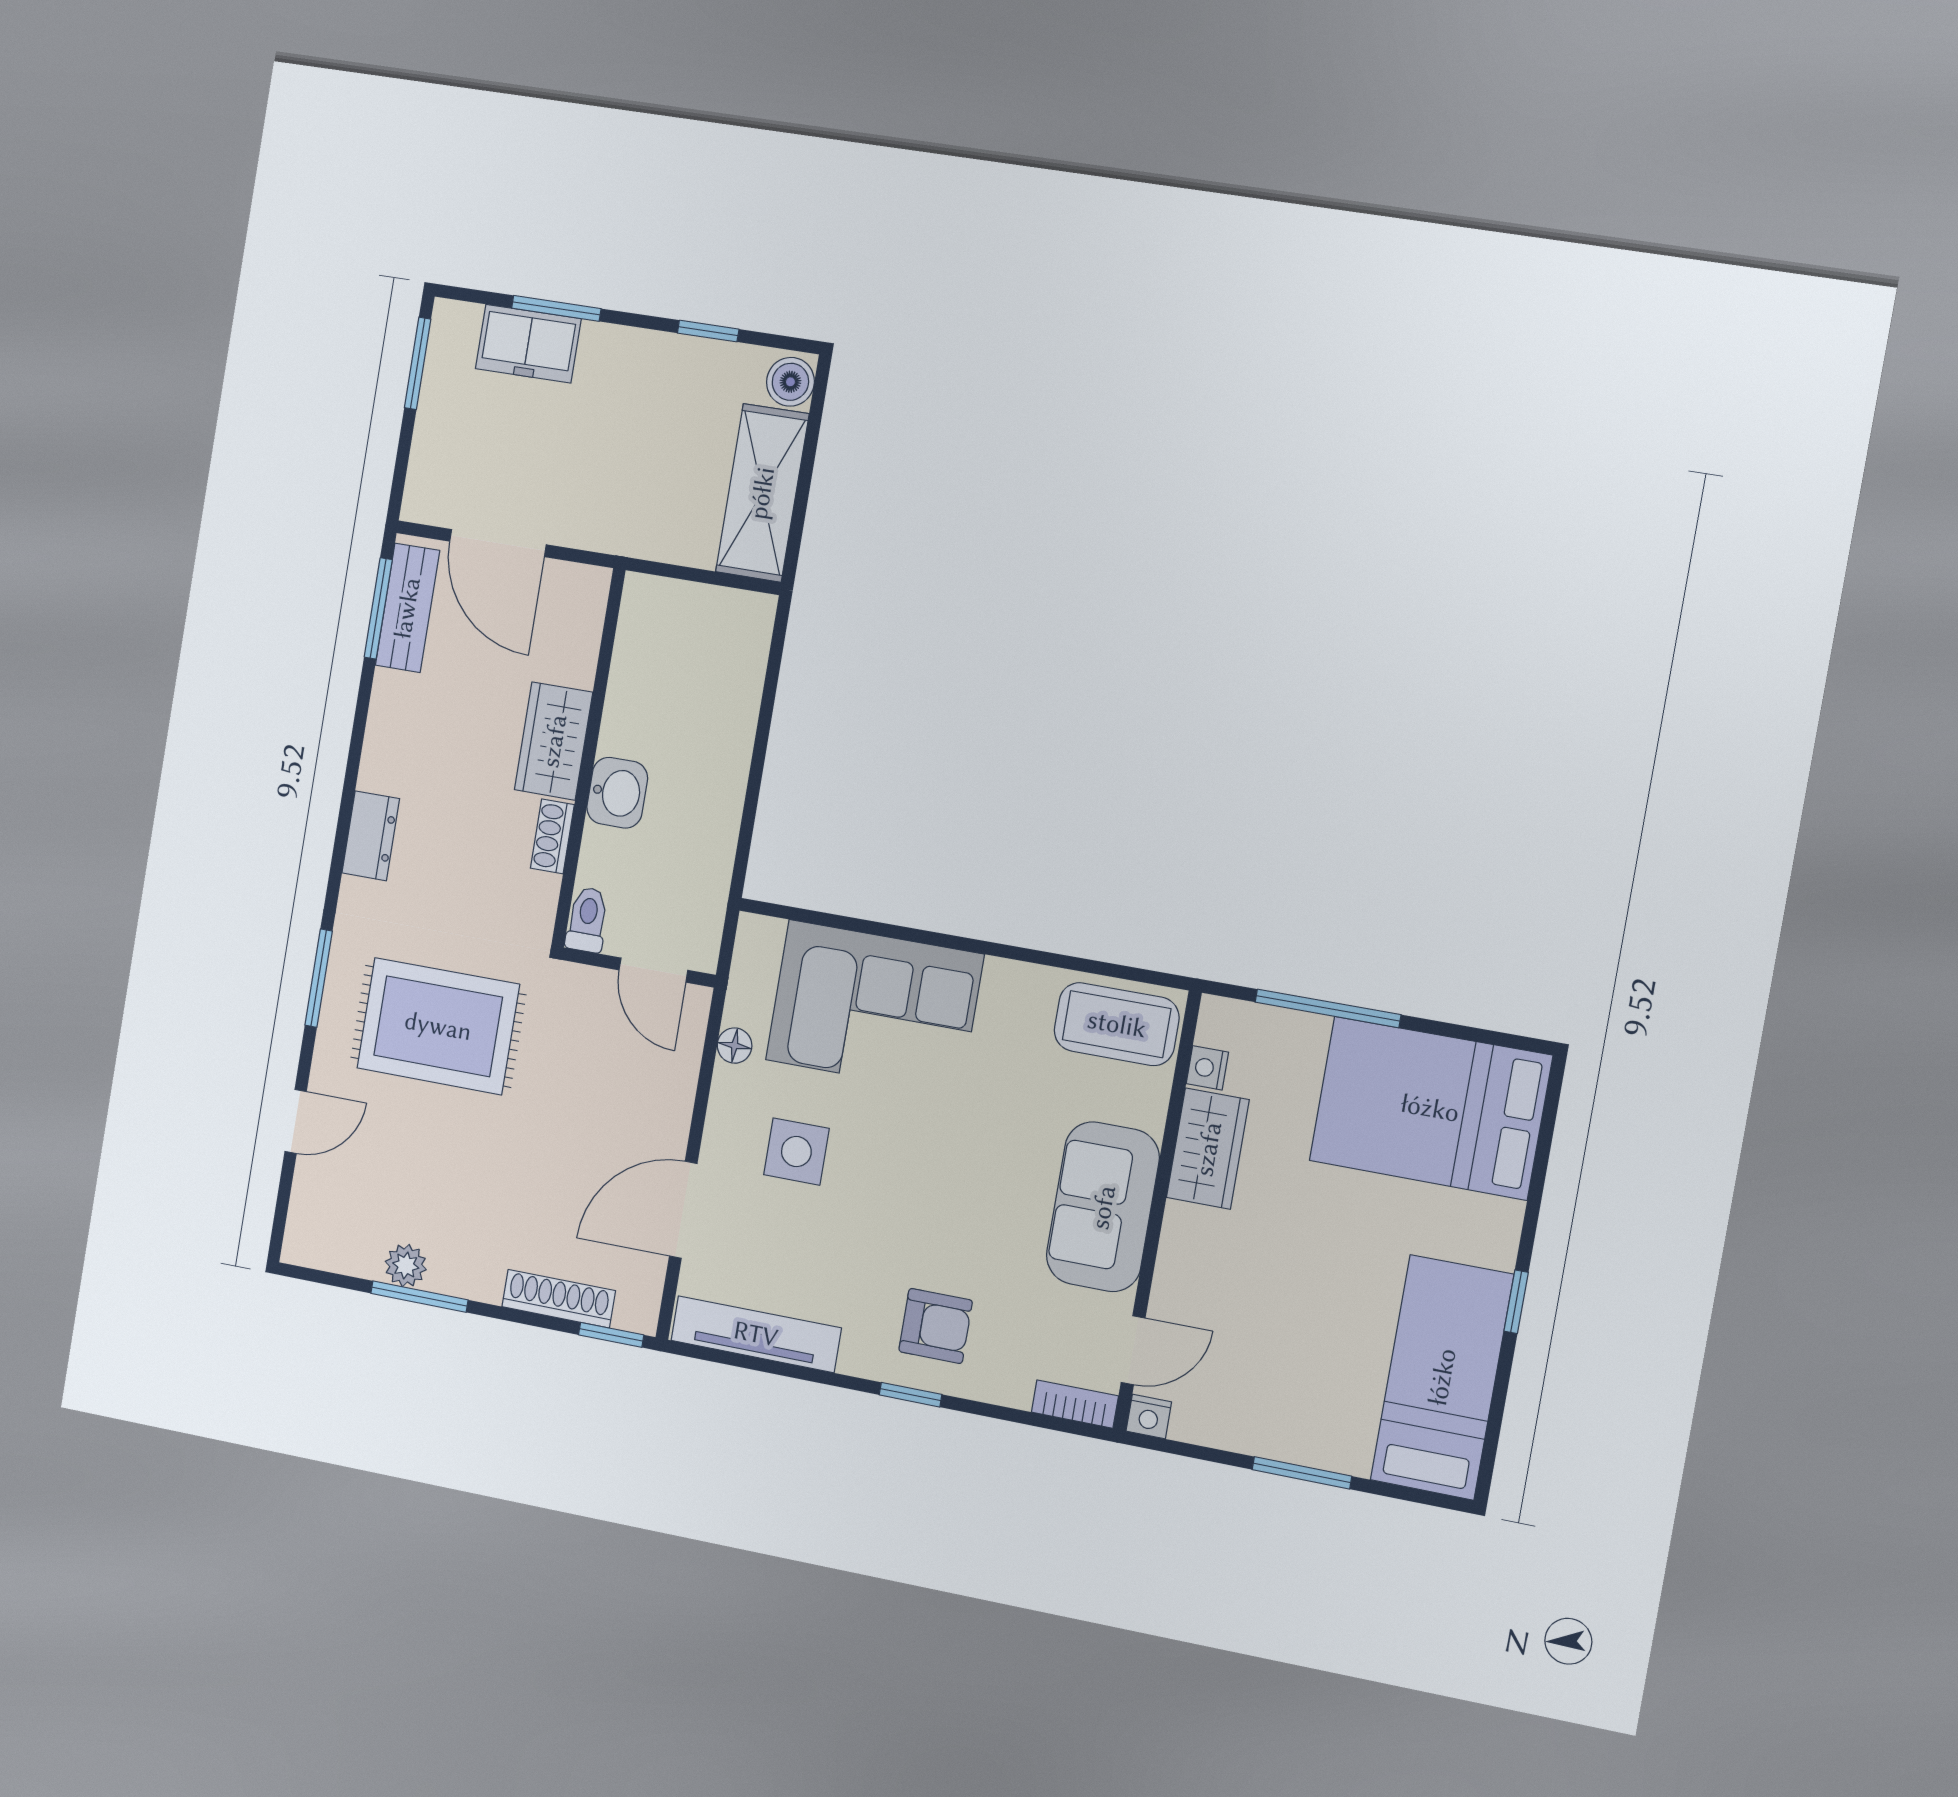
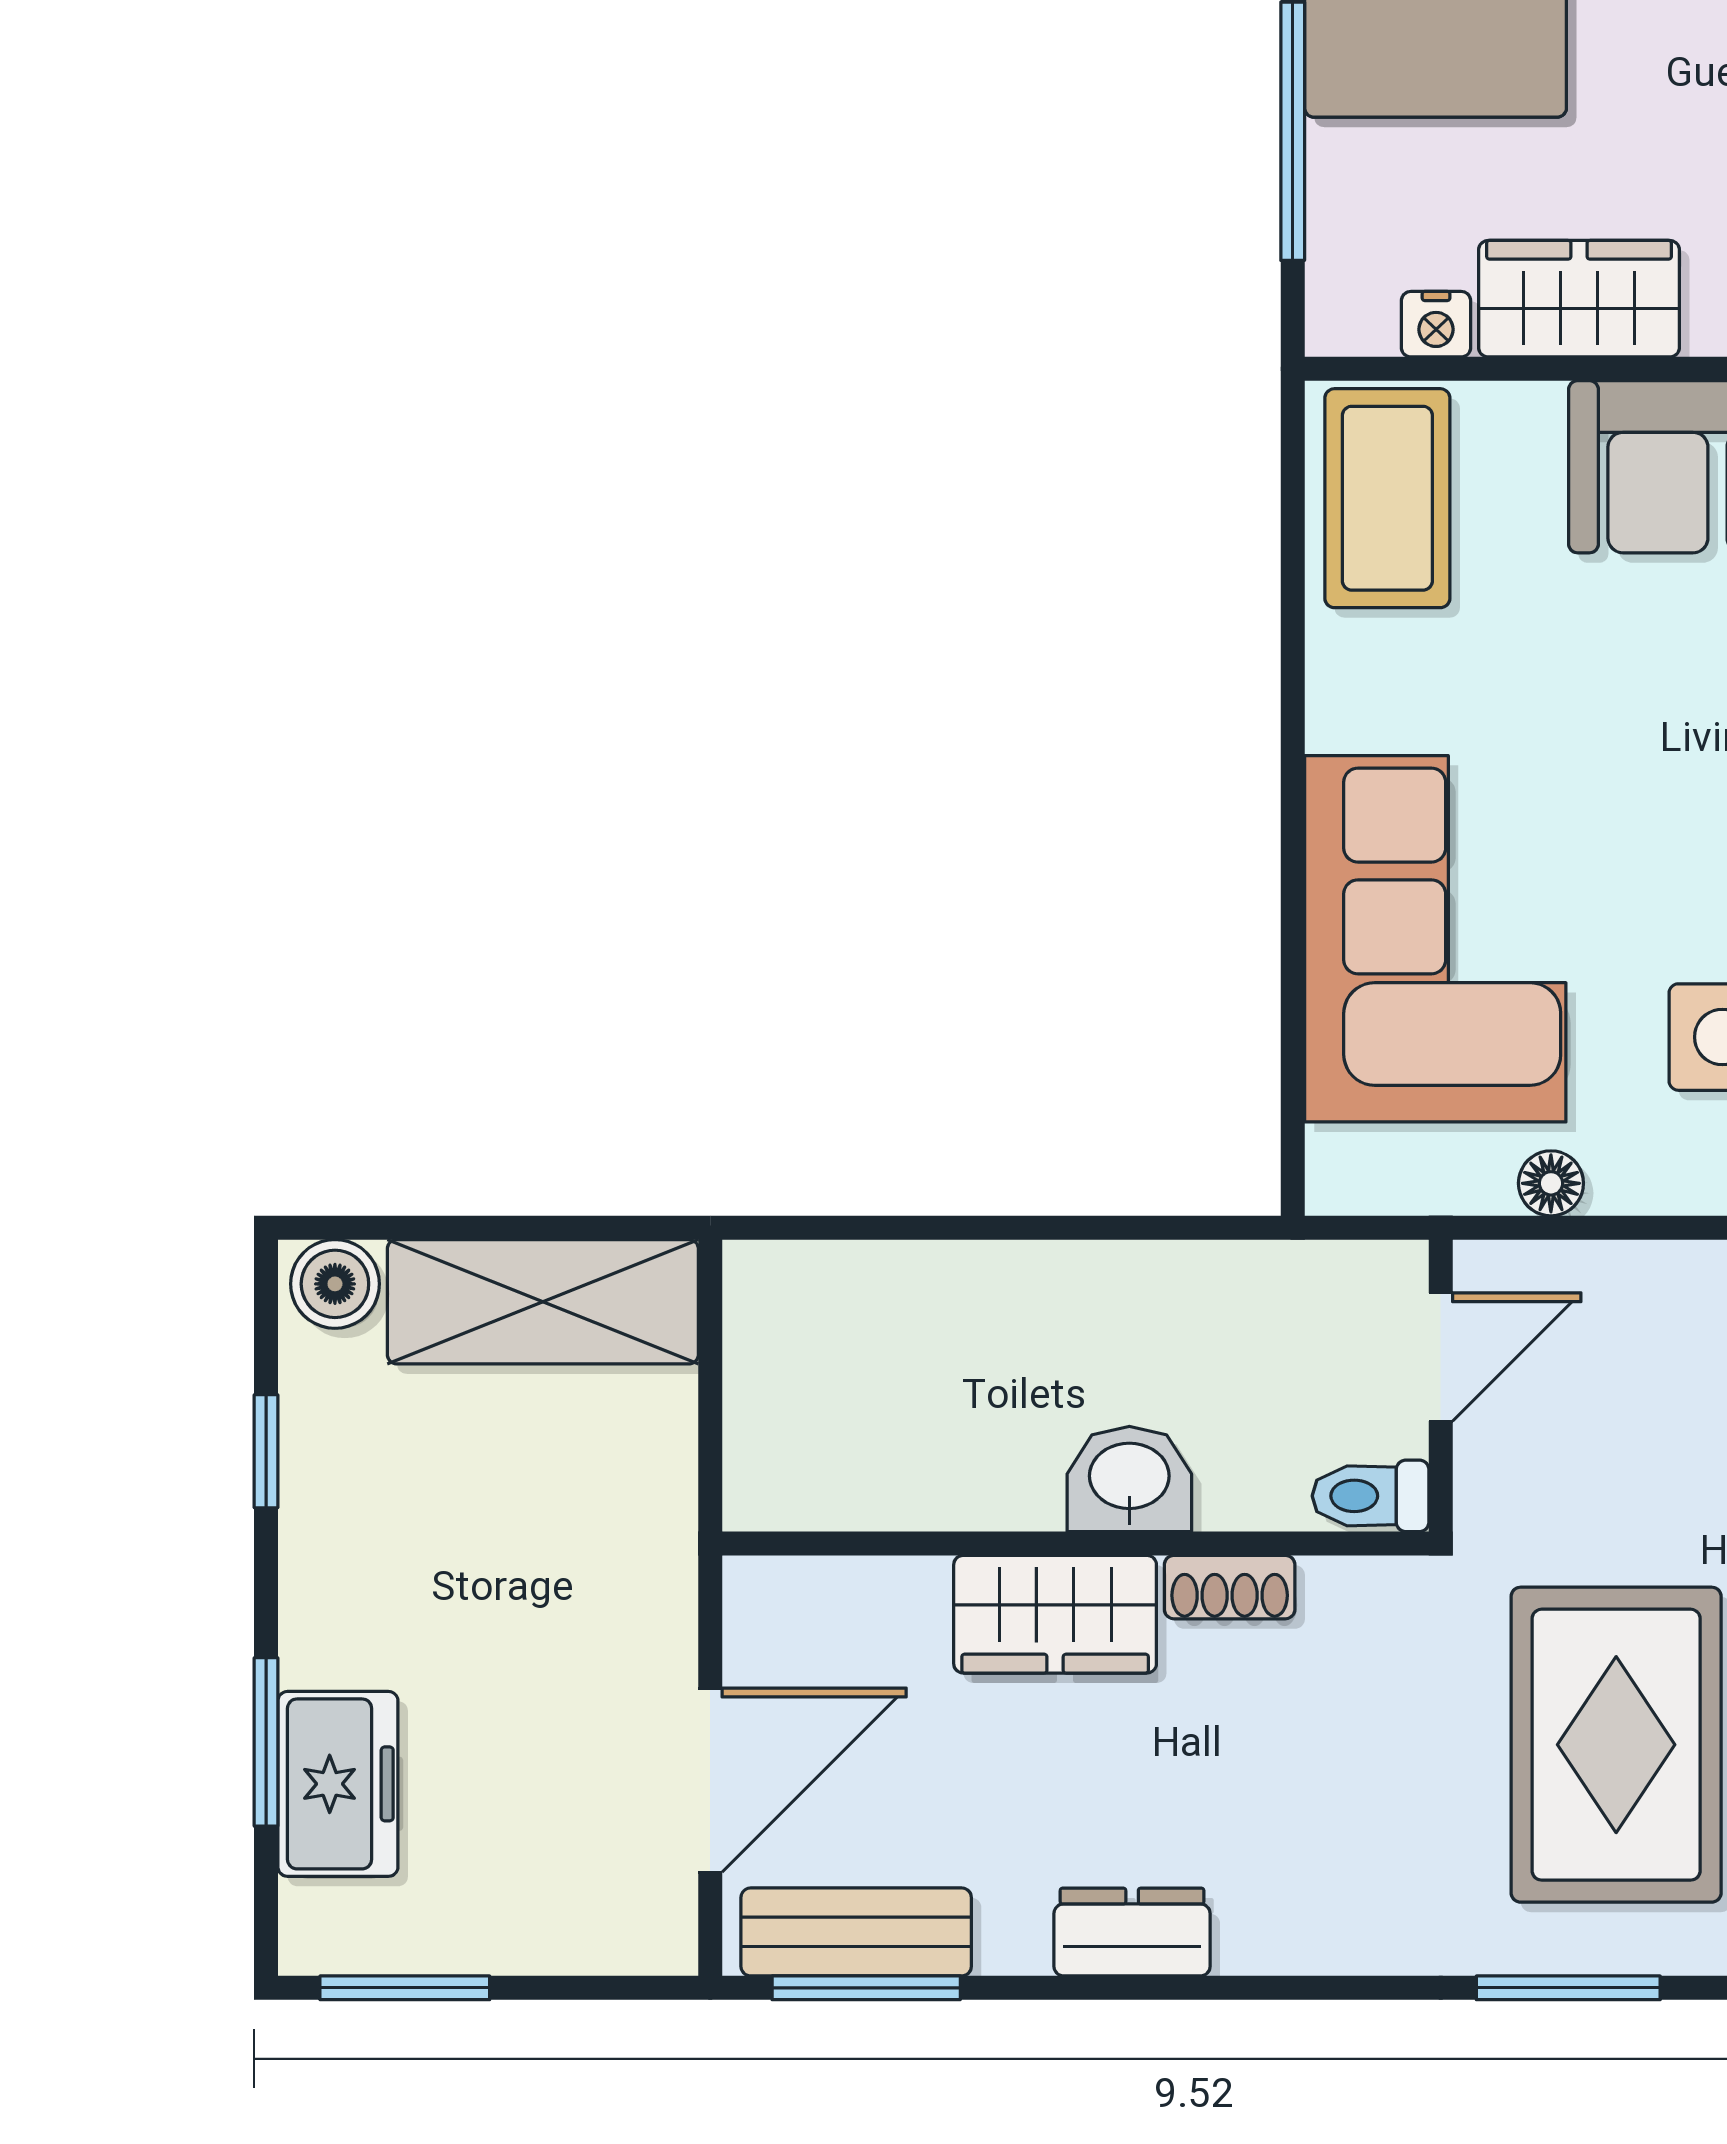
dresser: (371, 836) -> (1132, 1932), moved

